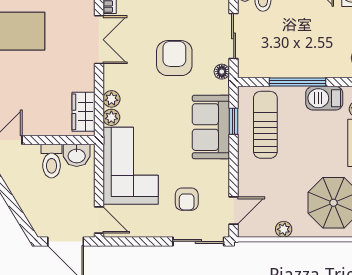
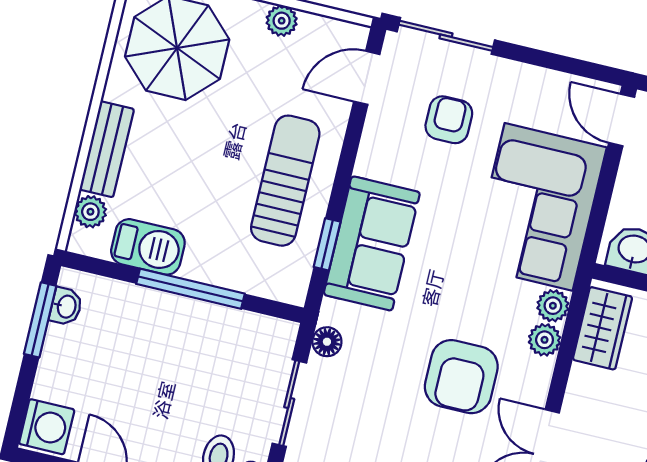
armchair: (174, 58) -> (461, 377), moved
sun lounger: (265, 125) -> (285, 181), moved, turned 180

